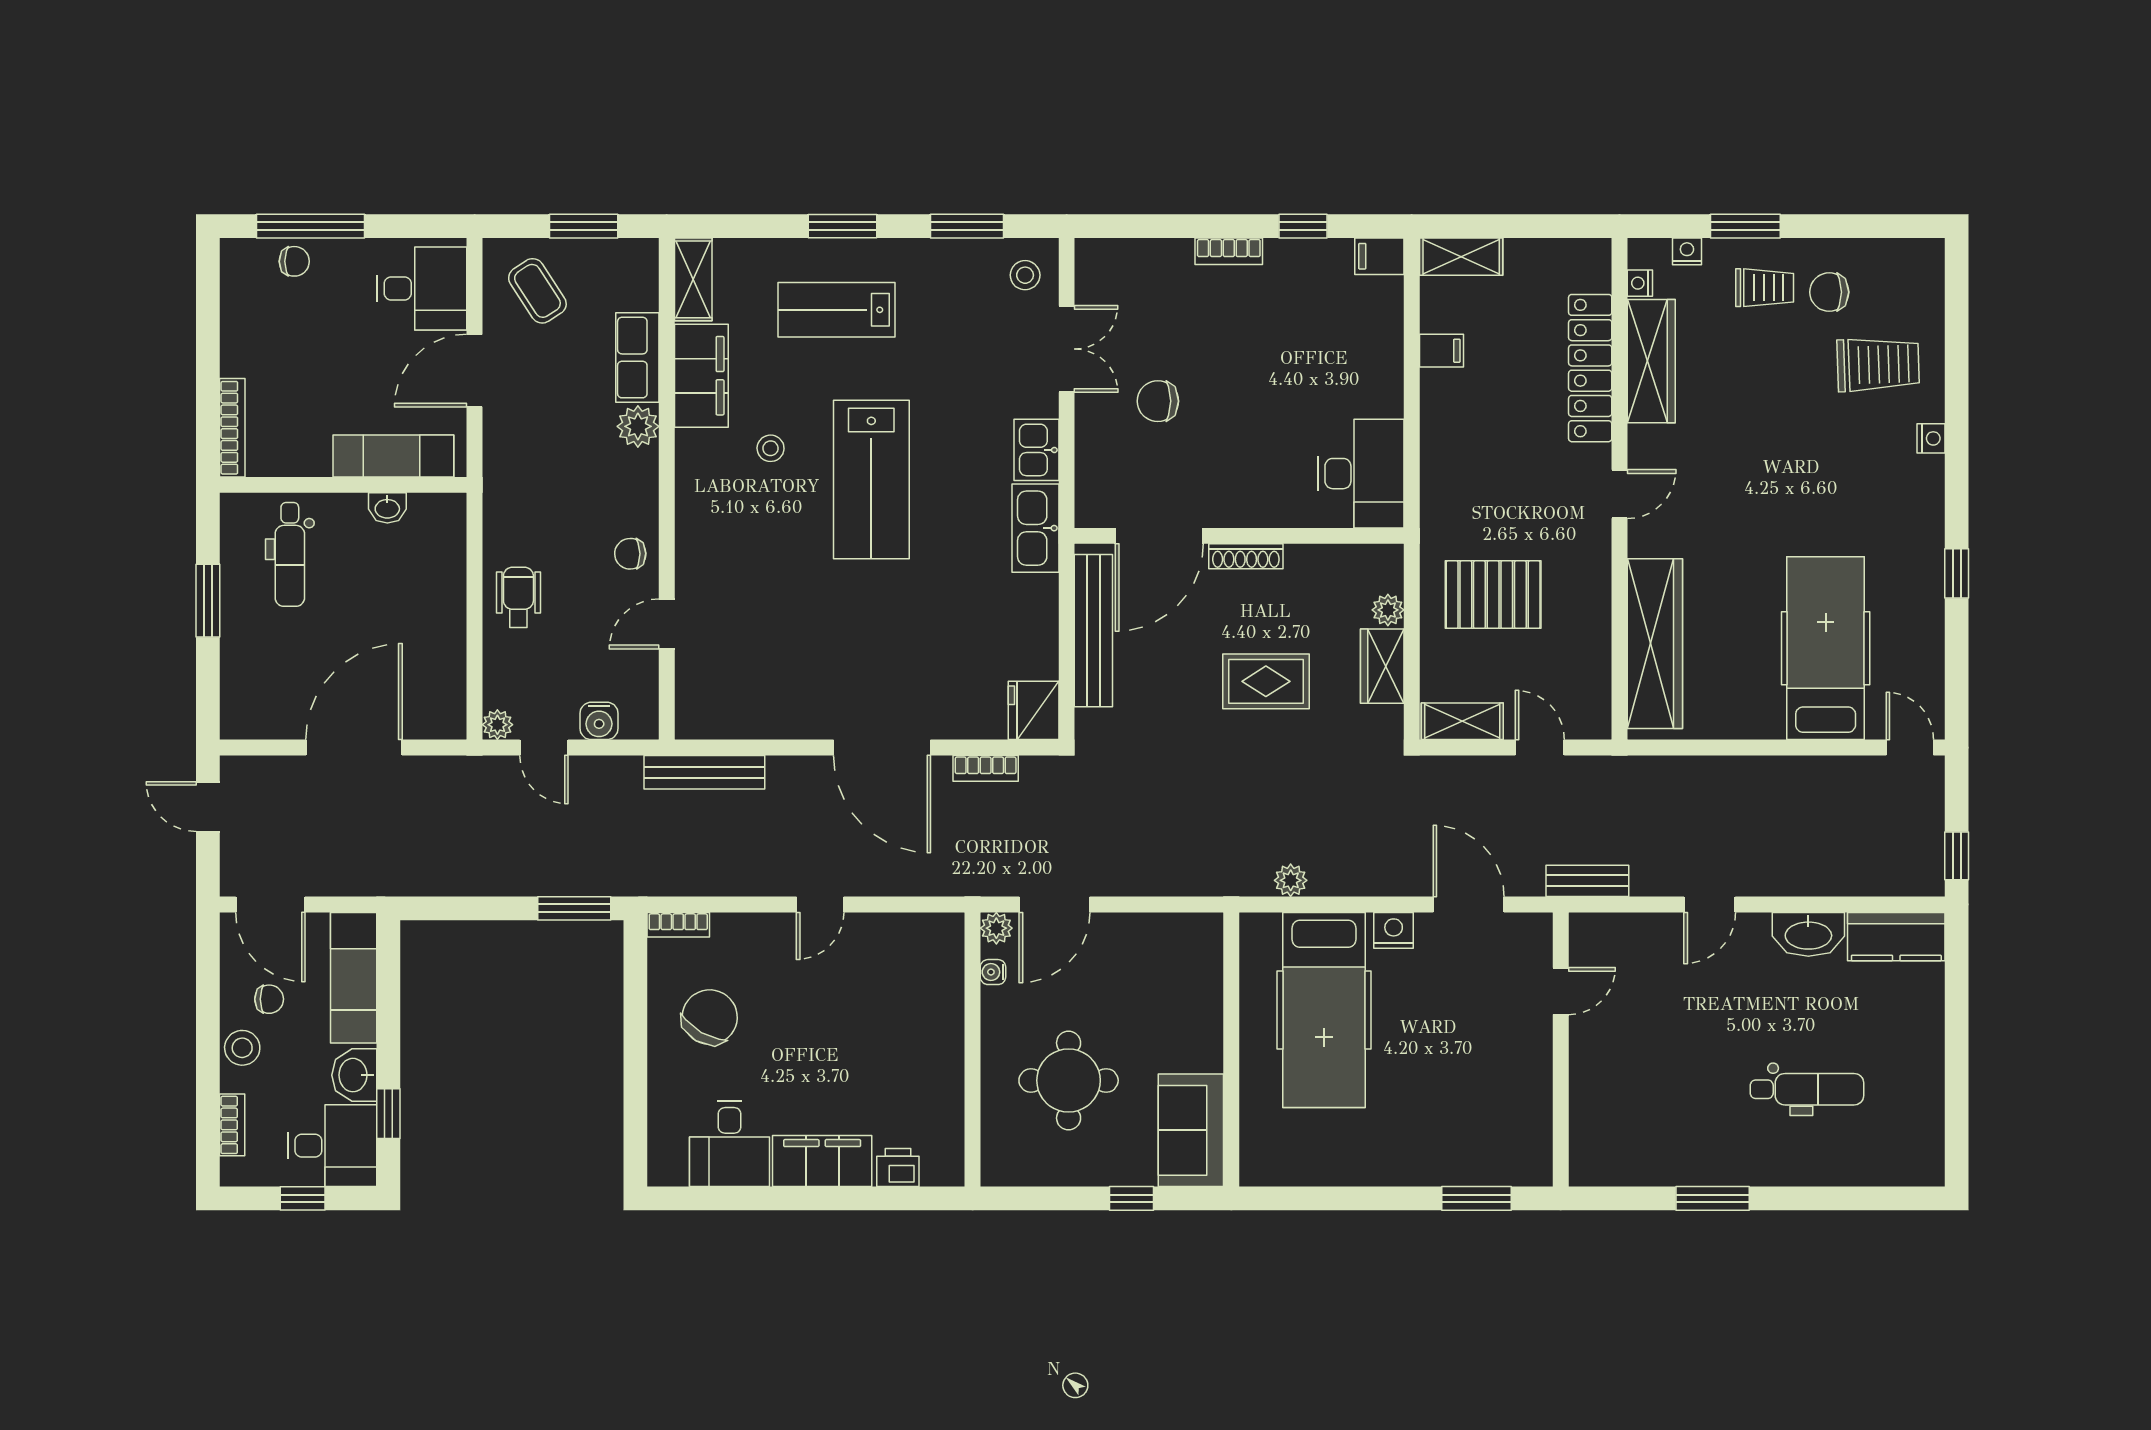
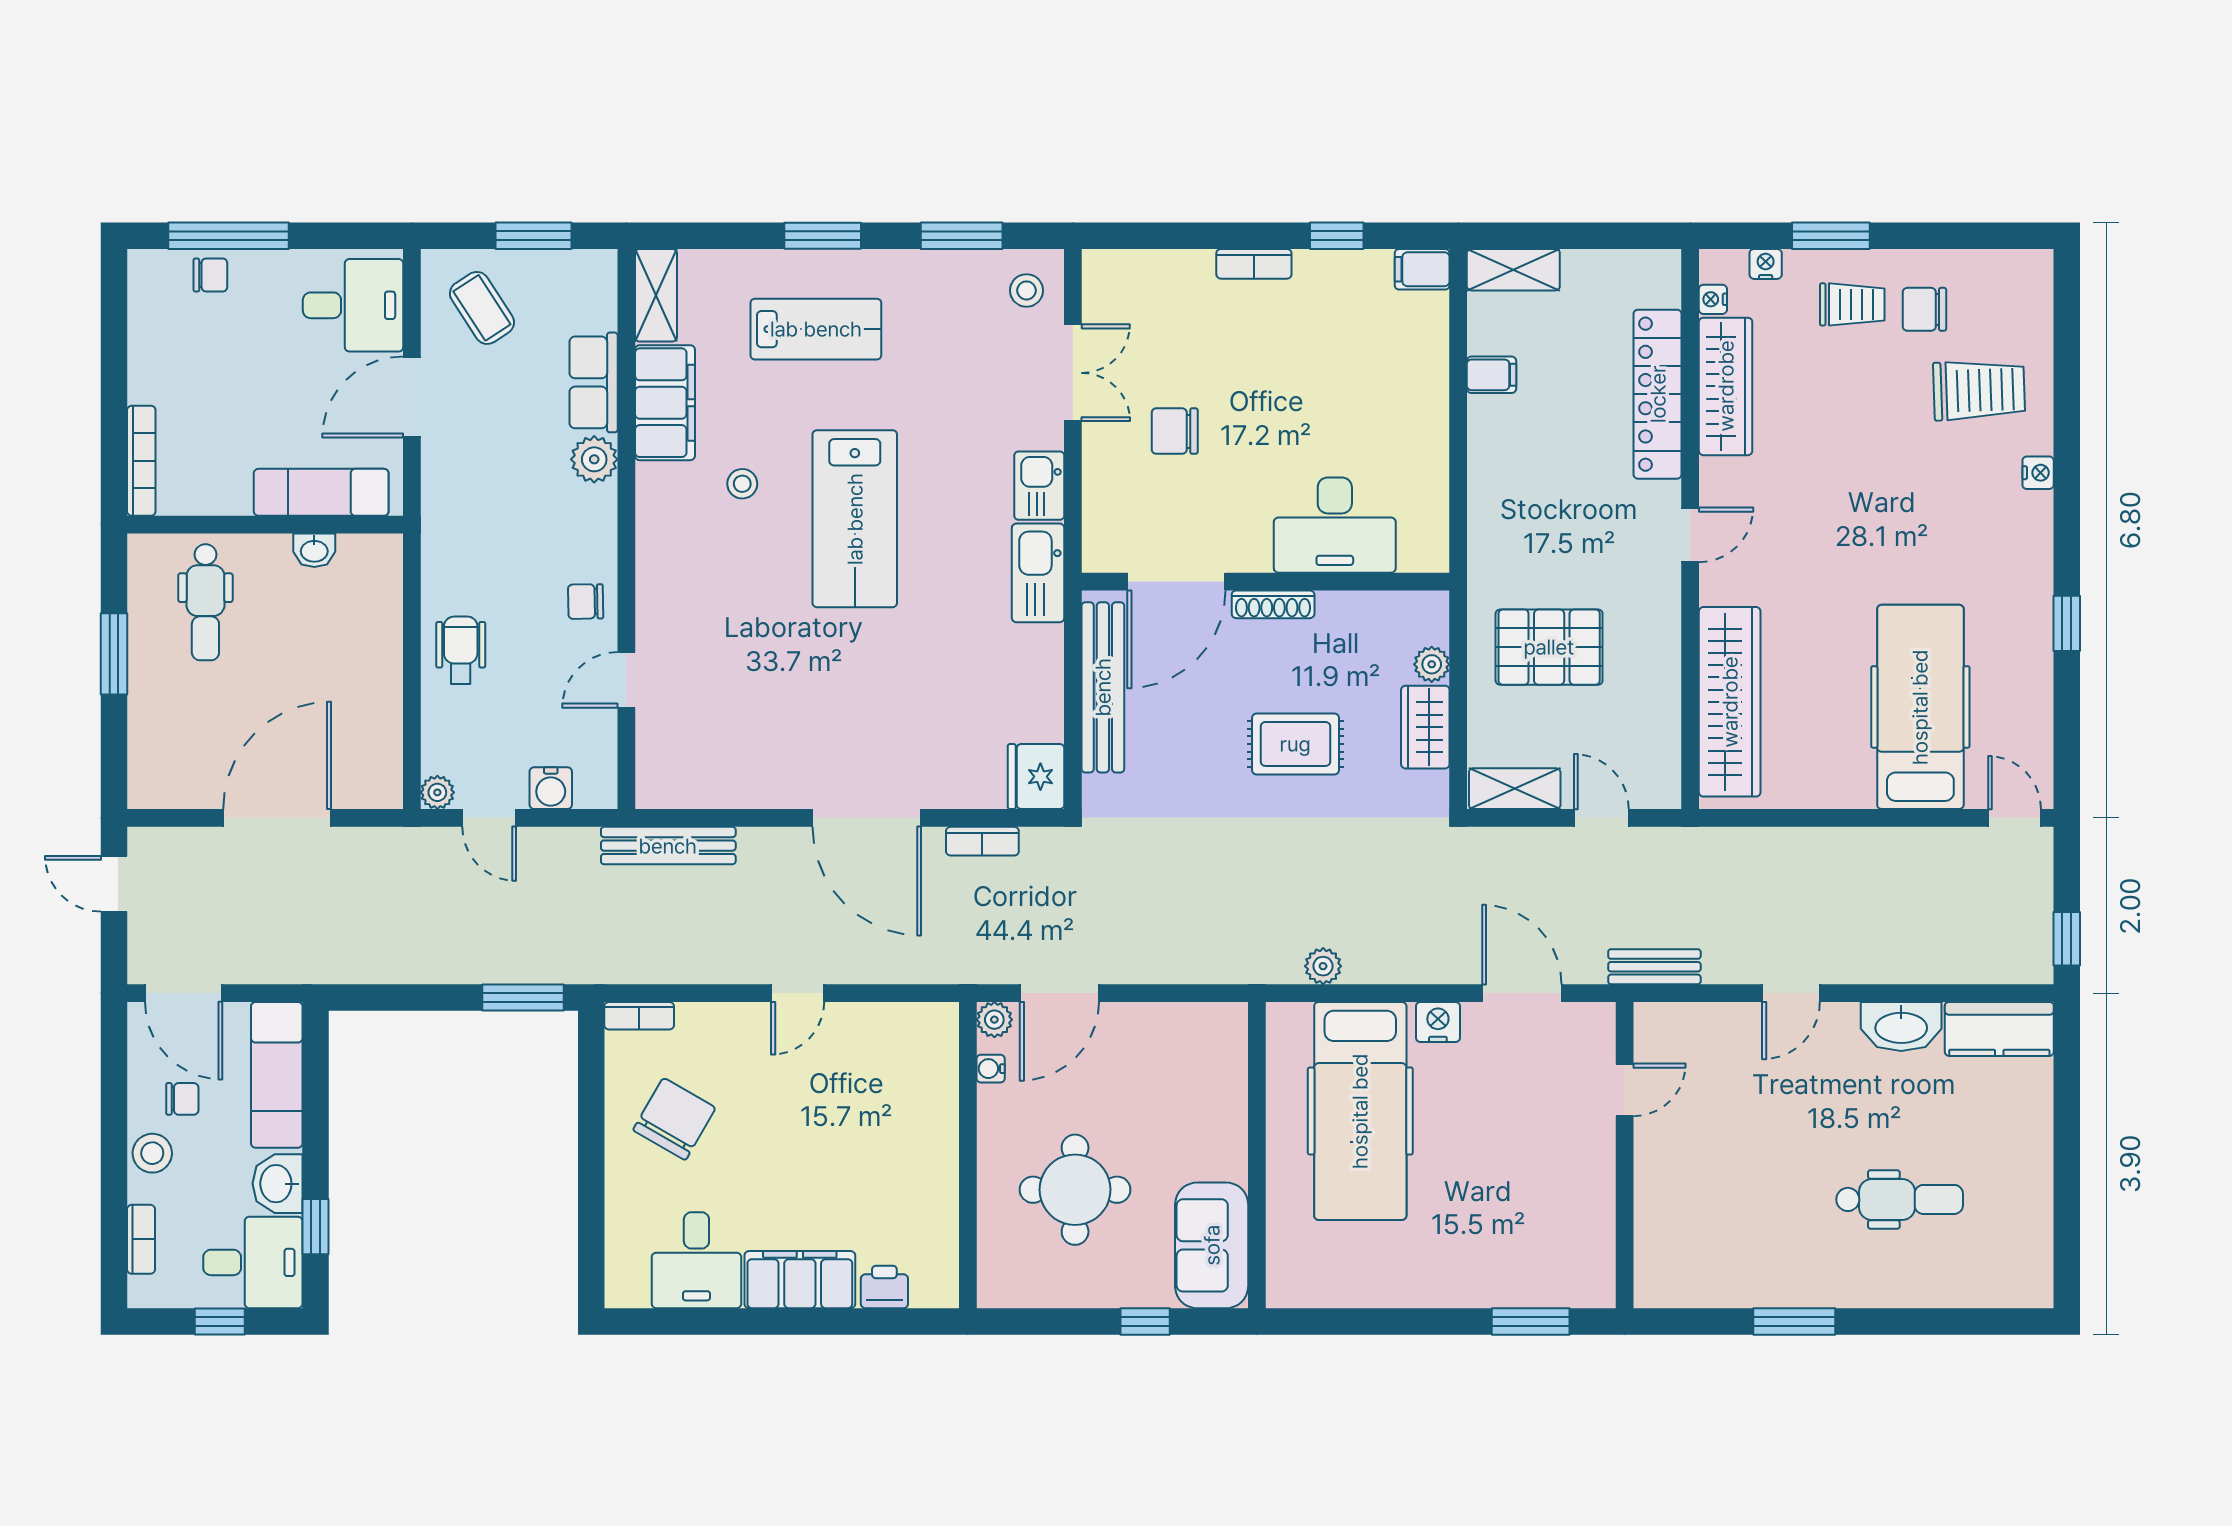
lab bench: (836, 310) -> (816, 329), turned 180
desk: (1361, 474) -> (1335, 525), moved, turned 90

